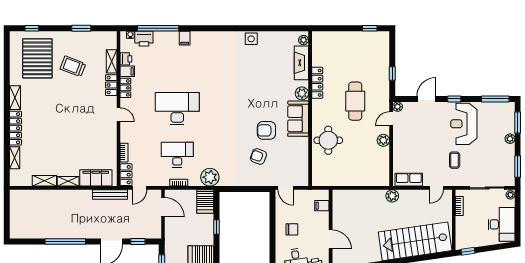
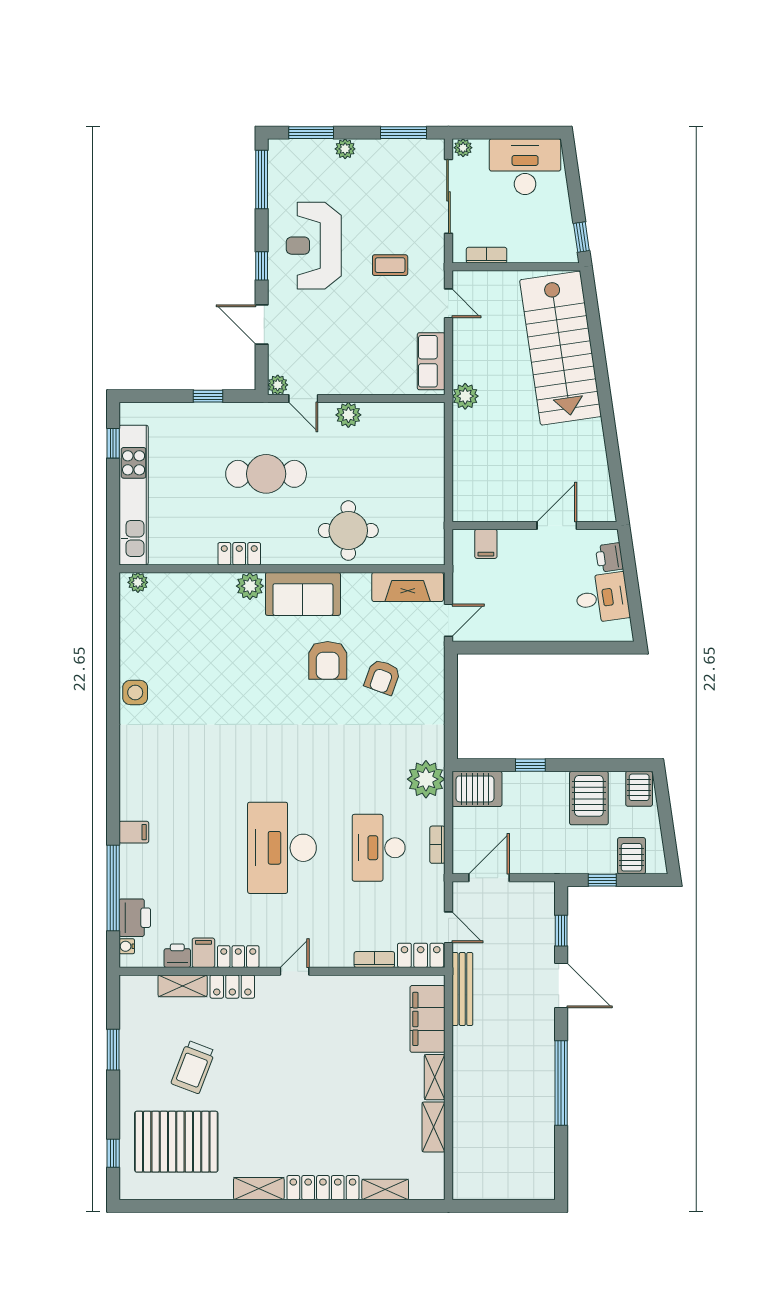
kitchen unit: (345, 38) -> (134, 495), added
fireplace: (301, 63) -> (408, 587), moved
locker: (317, 83) -> (239, 554), width x0.66
reception desk: (464, 124) -> (314, 246), turned 90
chair: (292, 229) -> (536, 607), removed

